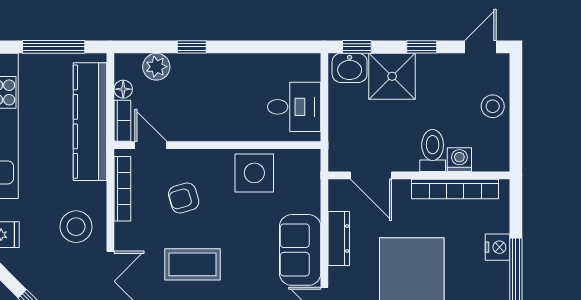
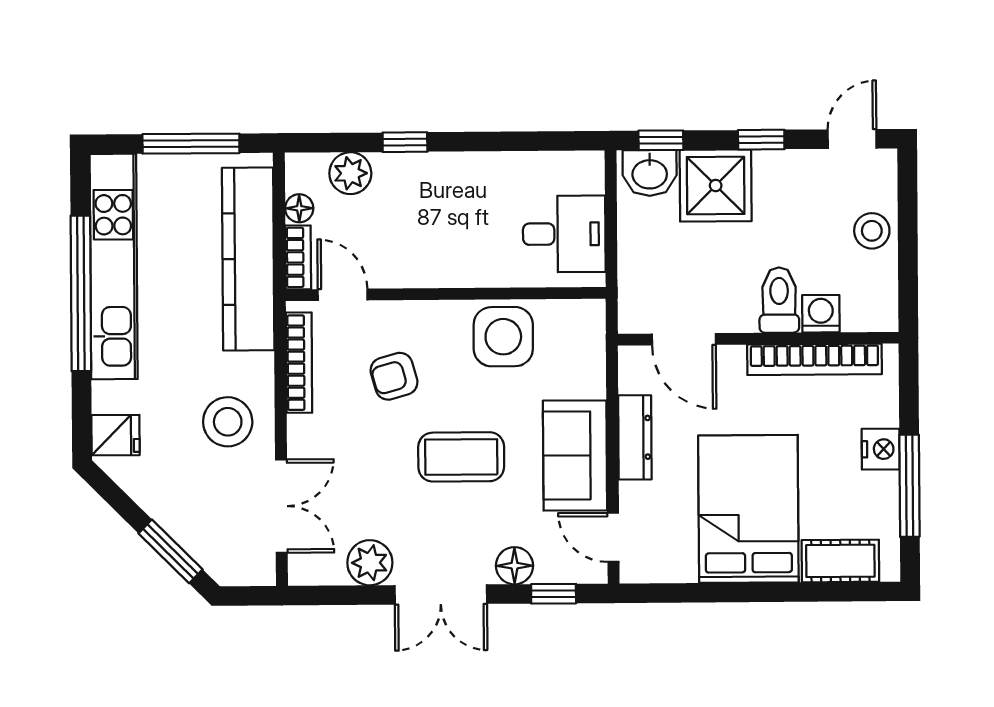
coffee table: (193, 264) -> (461, 457), moved

